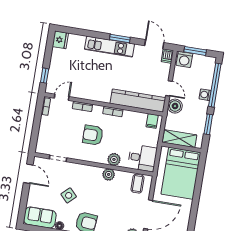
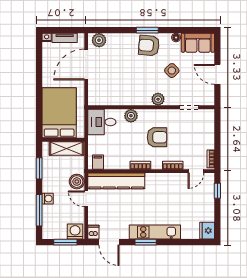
window: (215, 85) -> (39, 210), width x0.68
door: (28, 174) -> (217, 74), moved
plant: (109, 174) -> (158, 99), moved
coffee table: (138, 184) -> (102, 95), removed

